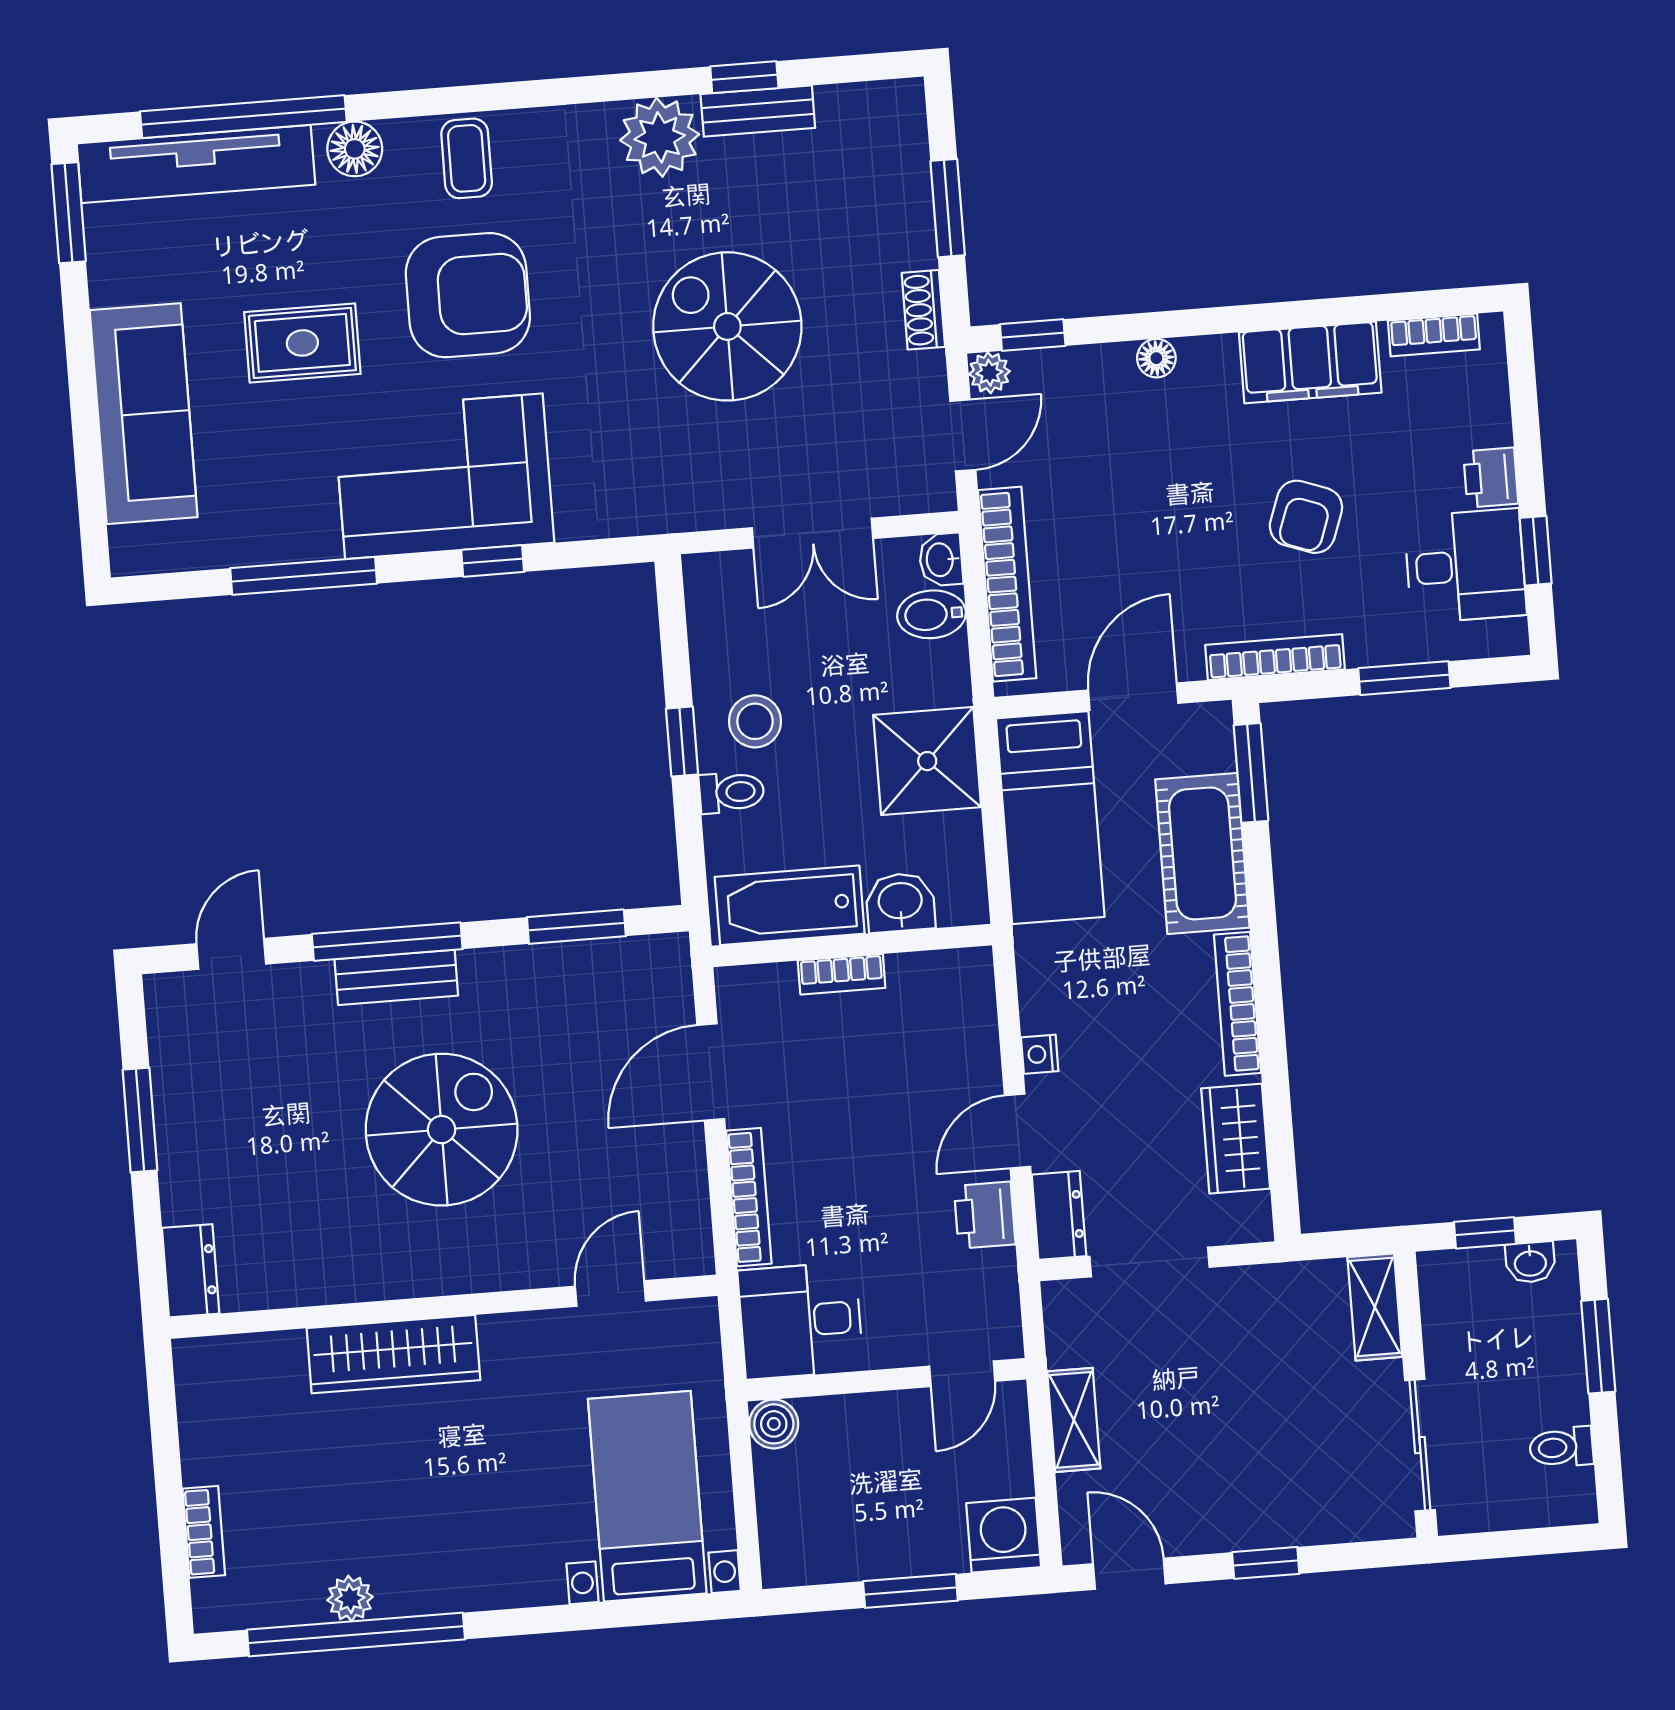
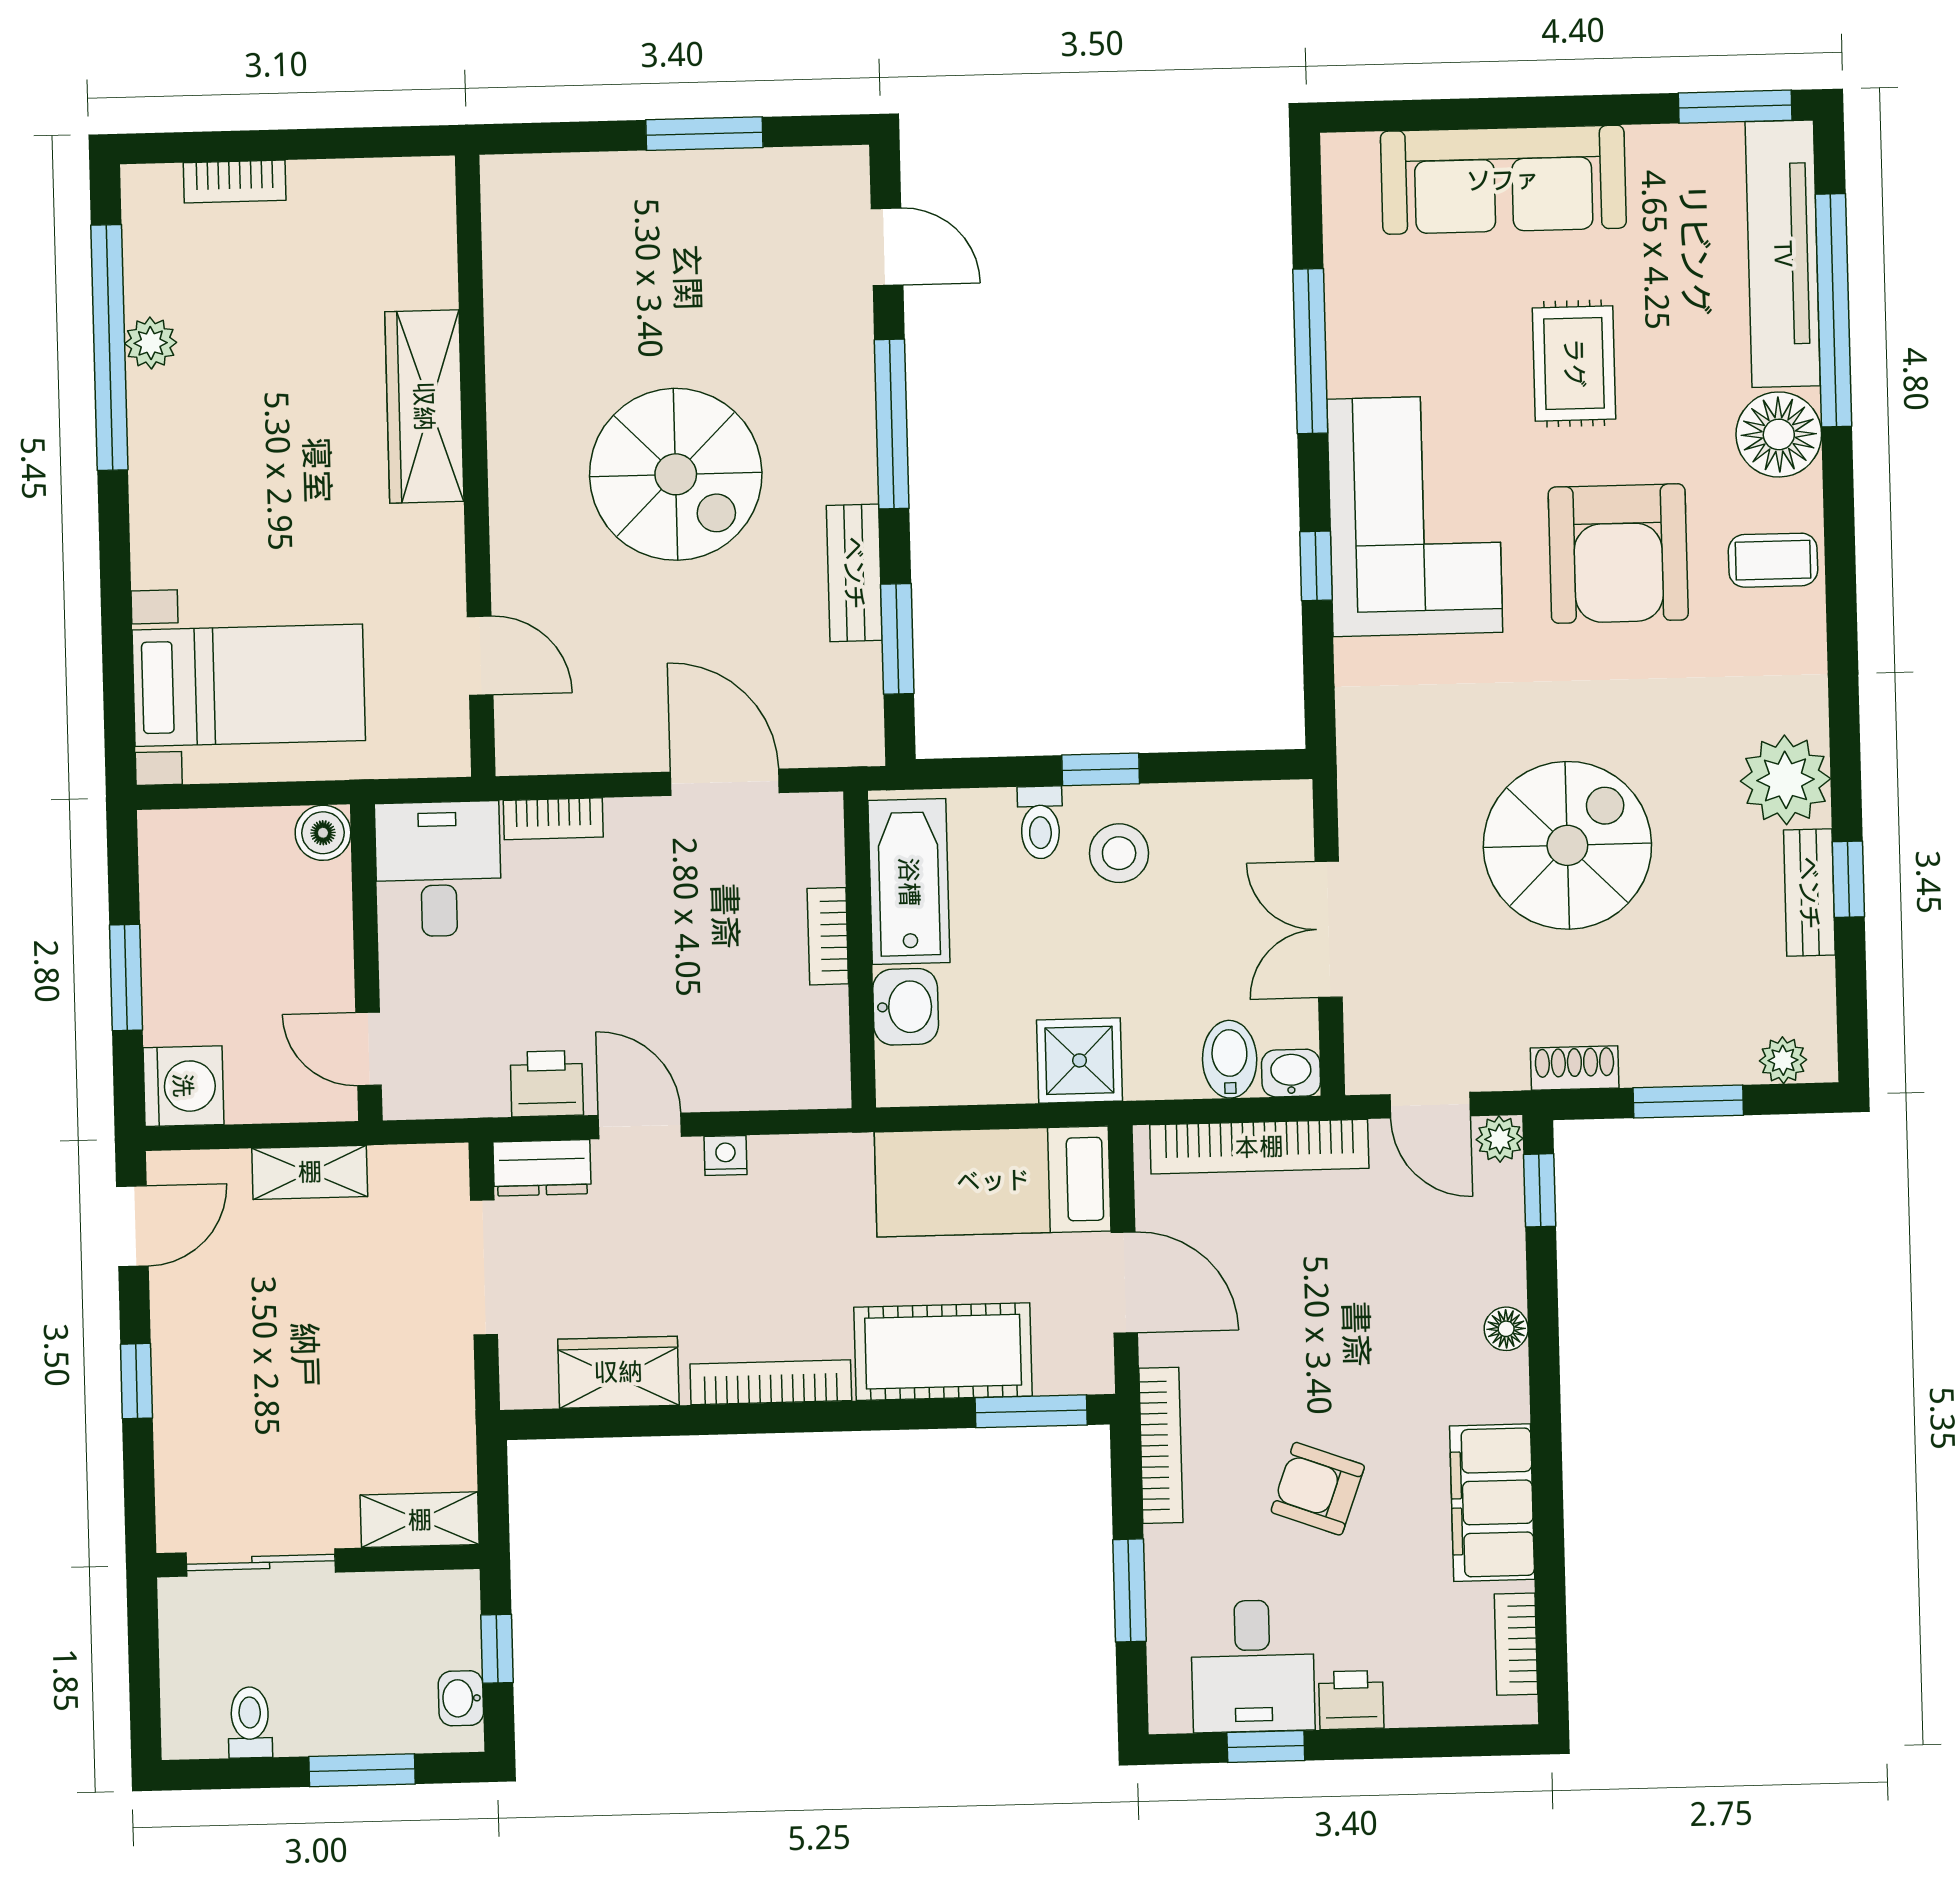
plant: (907, 127) -> (1783, 1060), added
floor lamp: (355, 149) -> (1779, 434), width x1.38, depth x1.38
shower: (927, 761) -> (1079, 1060), width x0.73, depth x0.73
bench: (396, 977) -> (854, 573), moved
bookcase: (749, 1197) -> (553, 819), width x0.64
dresser: (191, 1271) -> (531, 182), removed

